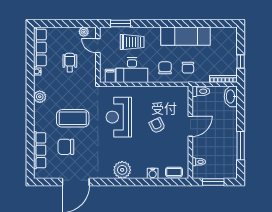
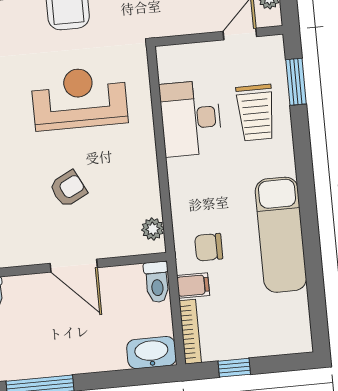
chair: (165, 68) -> (203, 194), removed
filing cabinet: (110, 76) -> (193, 285), moved
plant: (178, 91) -> (153, 229), added

